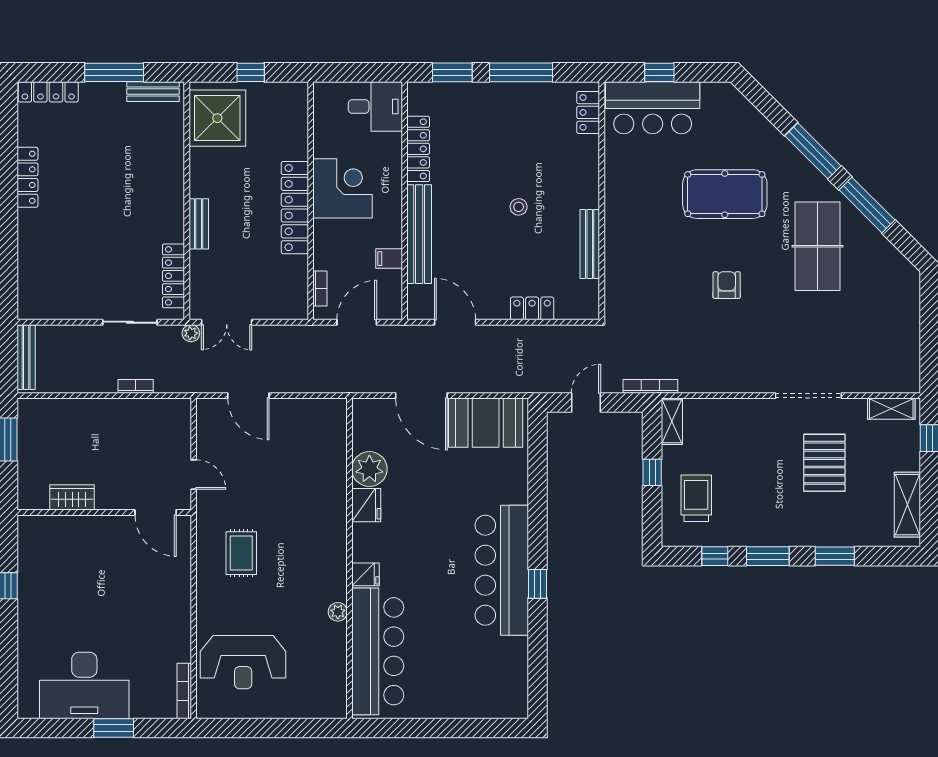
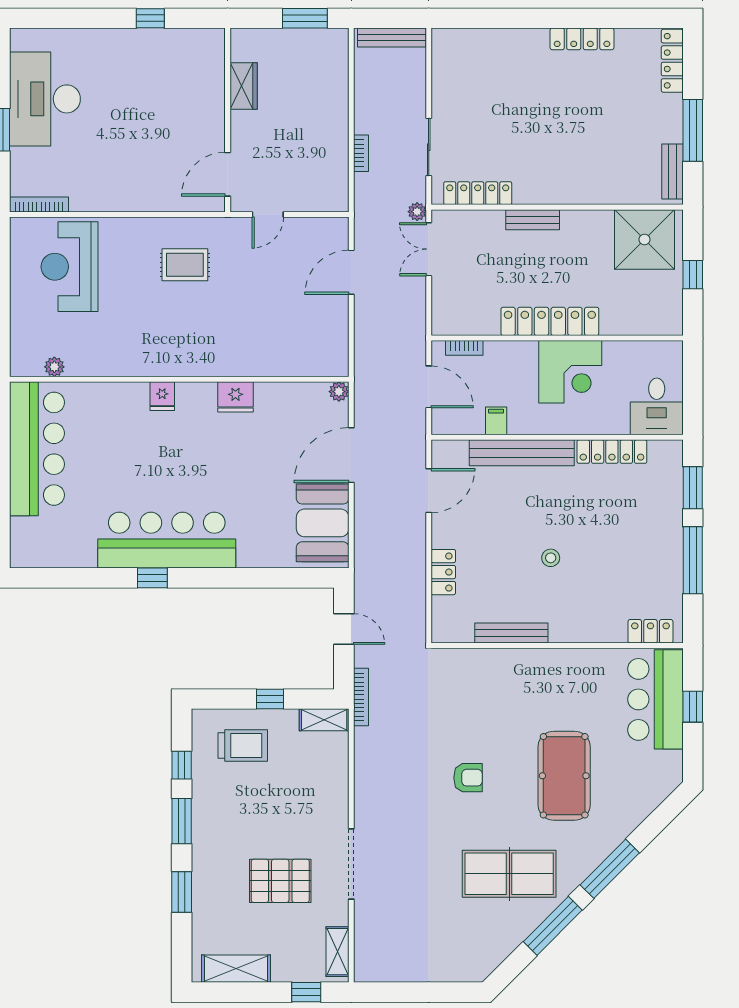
plant: (369, 469) -> (339, 392), moved, width x0.53, depth x0.53
plant: (338, 612) -> (54, 367), moved
bar counter: (378, 651) -> (37, 449), moved, turned -90

